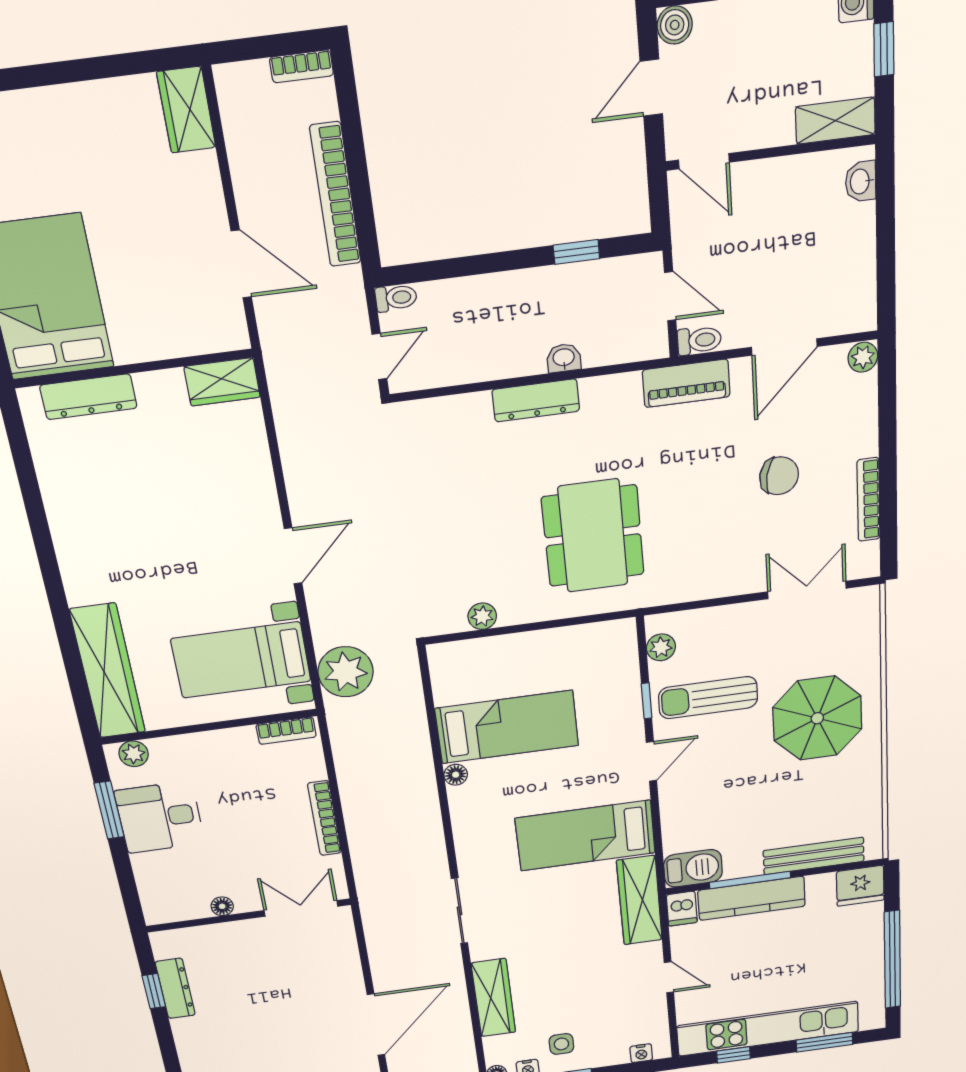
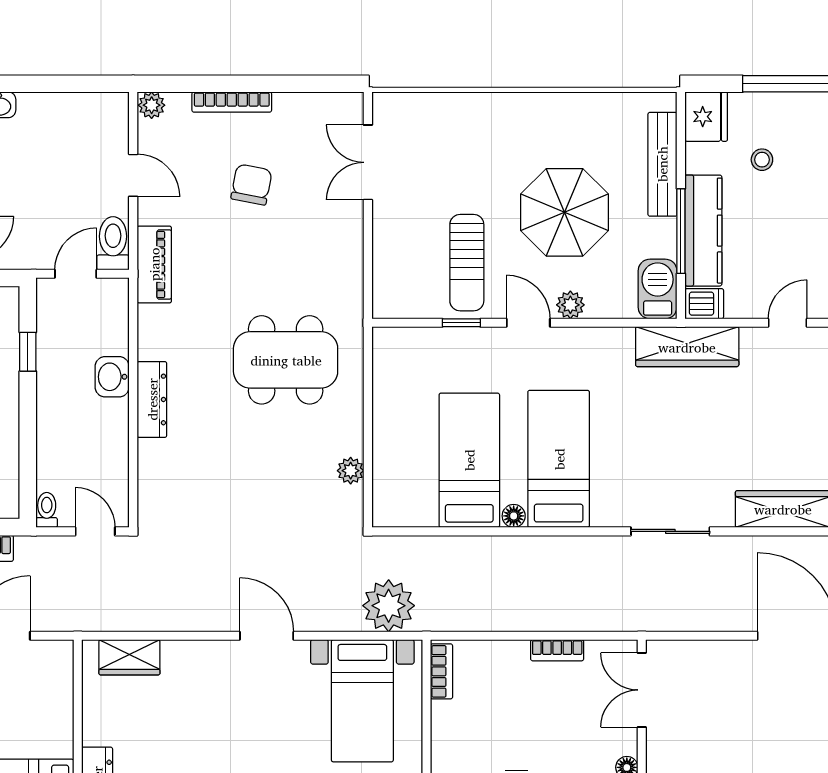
toilet: (699, 340) -> (113, 243), width x1.37, depth x1.39
door: (784, 347) -> (133, 175), width x0.73
washbasin: (564, 358) -> (112, 377), width x1.38, depth x1.45
wardrobe: (222, 382) -> (129, 657), moved, turned 90
bookcase: (868, 500) -> (232, 102), moved
plant: (661, 647) -> (570, 305), moved
parasol: (817, 718) -> (565, 212), moved
bookcase: (324, 818) -> (557, 650), width x0.64
bed: (585, 836) -> (559, 459), moved, turned 180
stool: (821, 936) -> (762, 160), added

